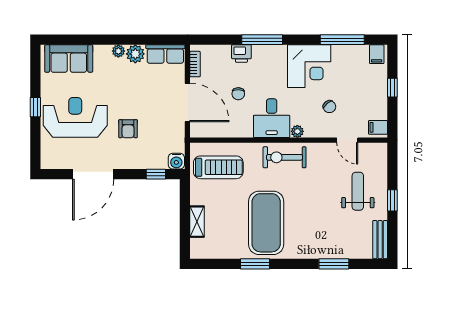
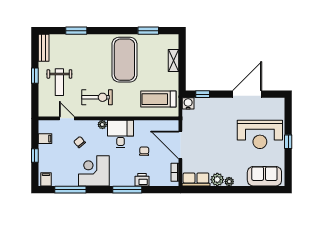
filing cabinet: (378, 127) -> (45, 139), moved
armchair: (128, 129) -> (222, 126), removed
exercise bike: (285, 157) -> (97, 97), moved
window: (255, 264) -> (148, 31), moved

